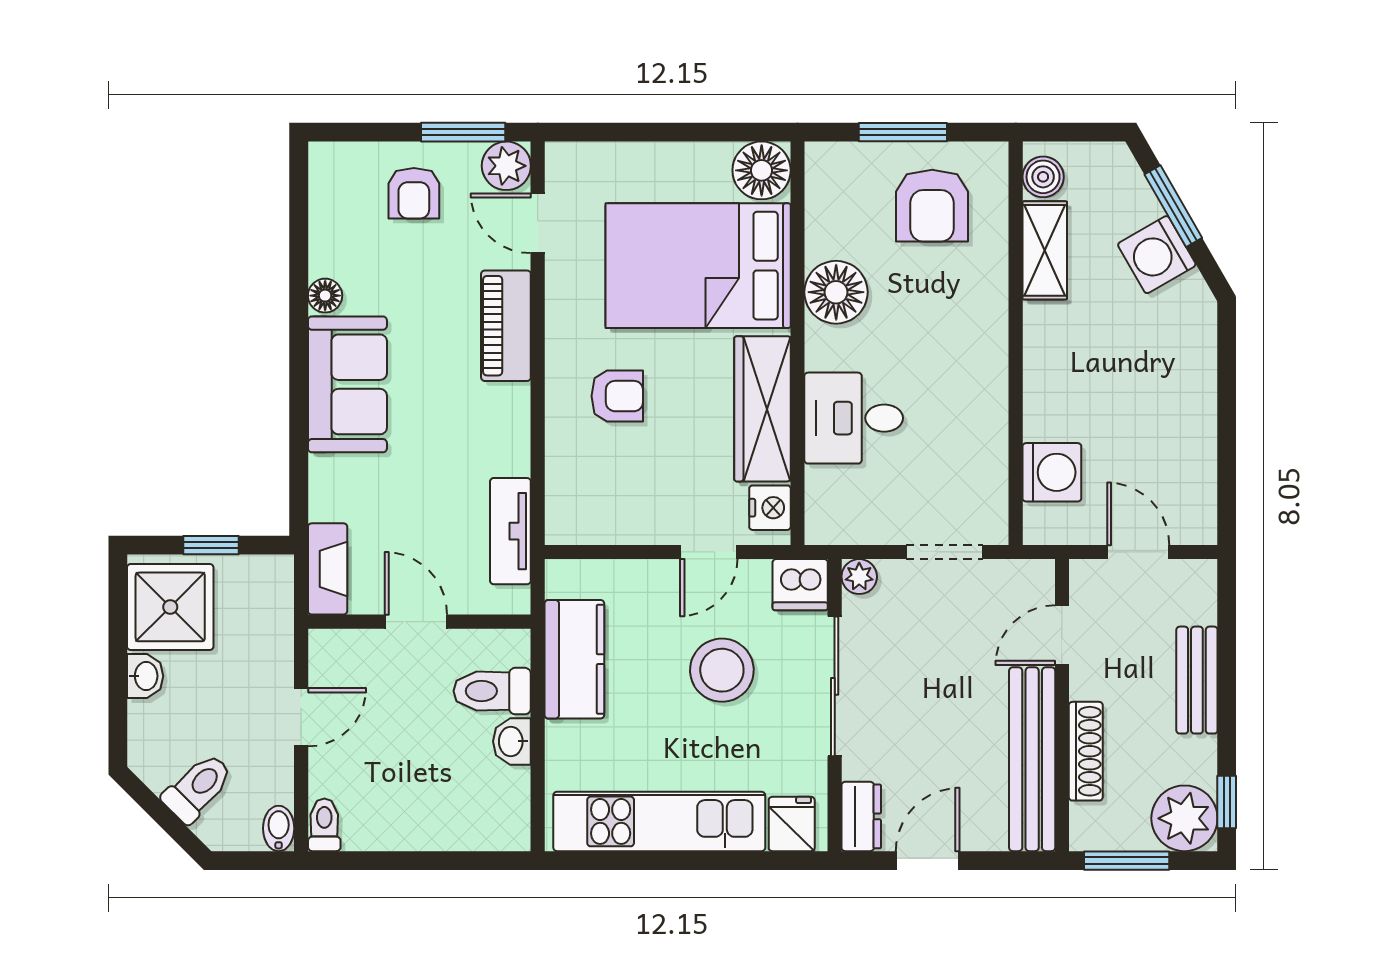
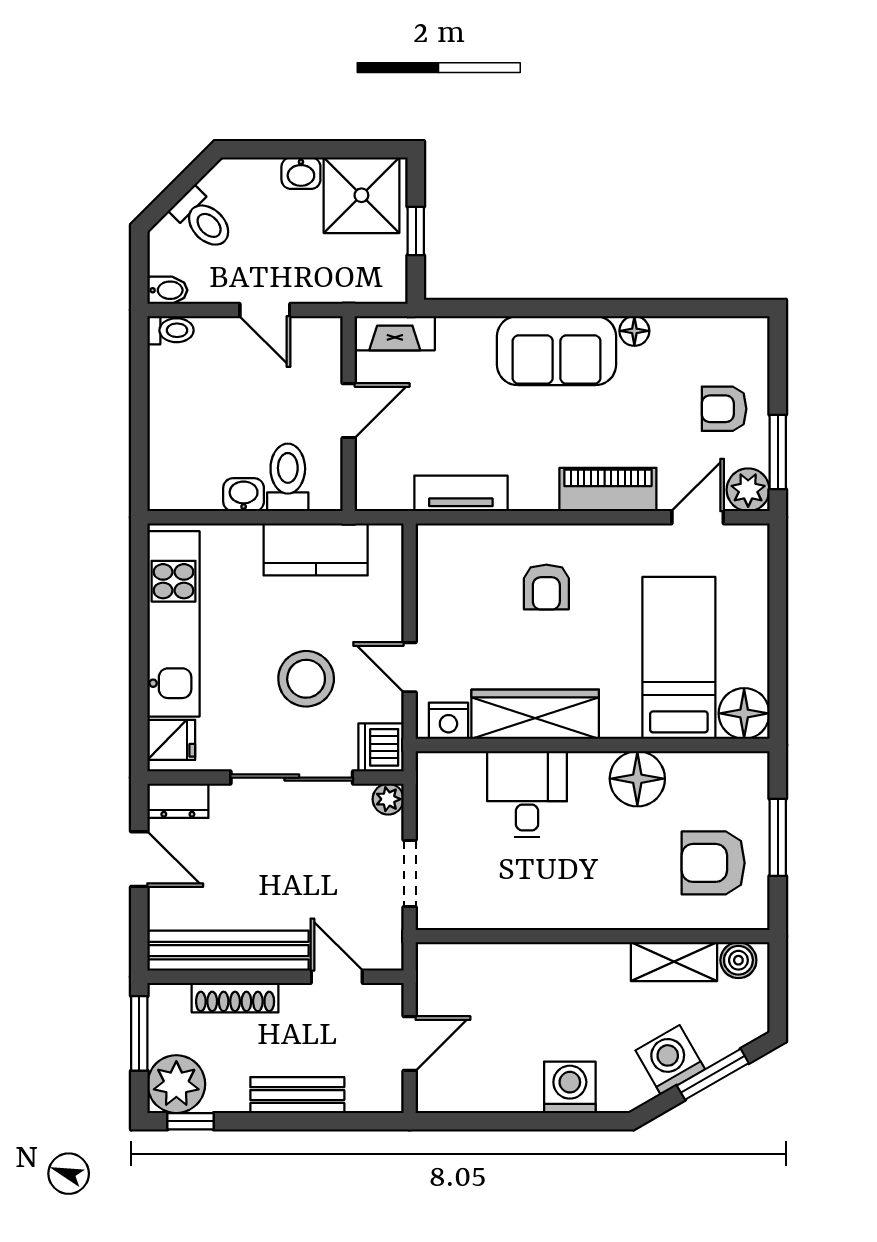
bed: (698, 266) -> (679, 658), width x0.67
washing machine: (1052, 472) -> (570, 1087), moved, turned 180
tv unit: (510, 531) -> (461, 493), moved

